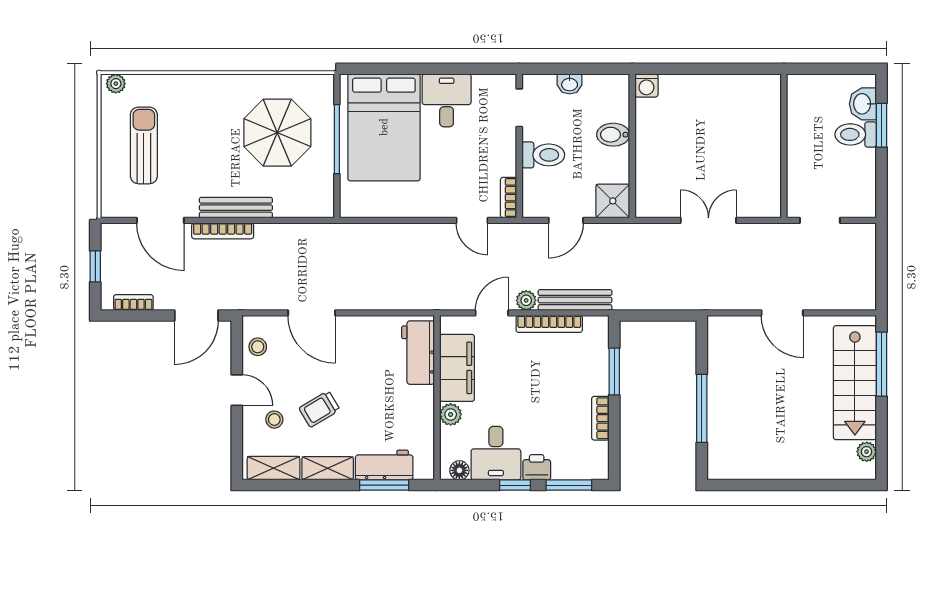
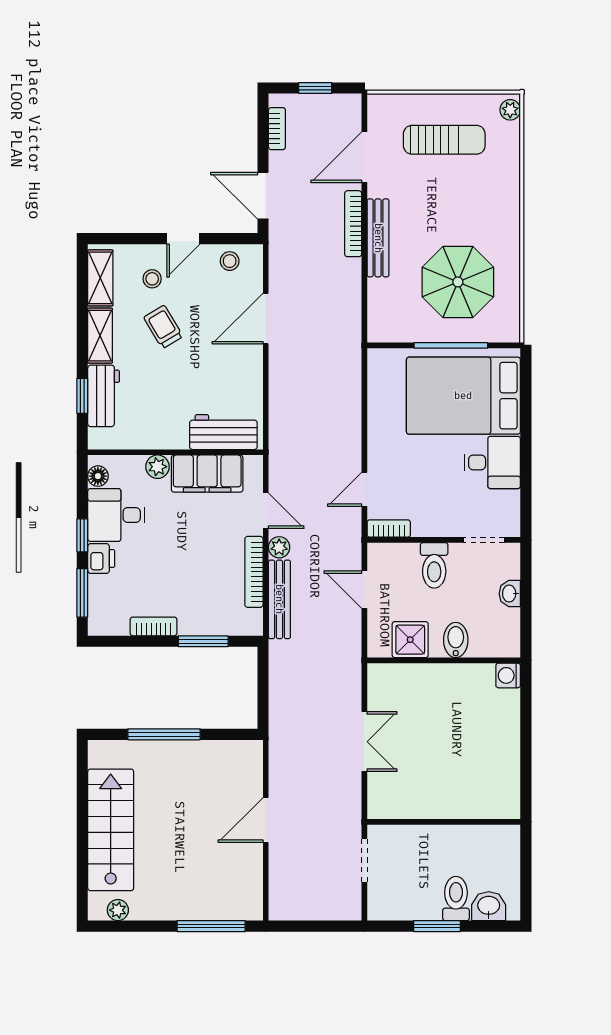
window: (882, 125) -> (437, 926), moved
shower: (613, 201) -> (410, 640), moved
stairs: (855, 383) -> (111, 830), moved, turned 90
window: (384, 485) -> (82, 396), width x0.67

